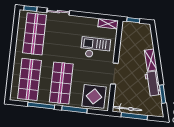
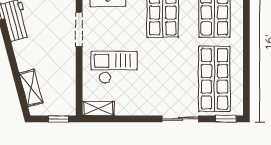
checkout: (95, 48) -> (114, 67), turned 180
shelving: (151, 60) -> (31, 88), moved

